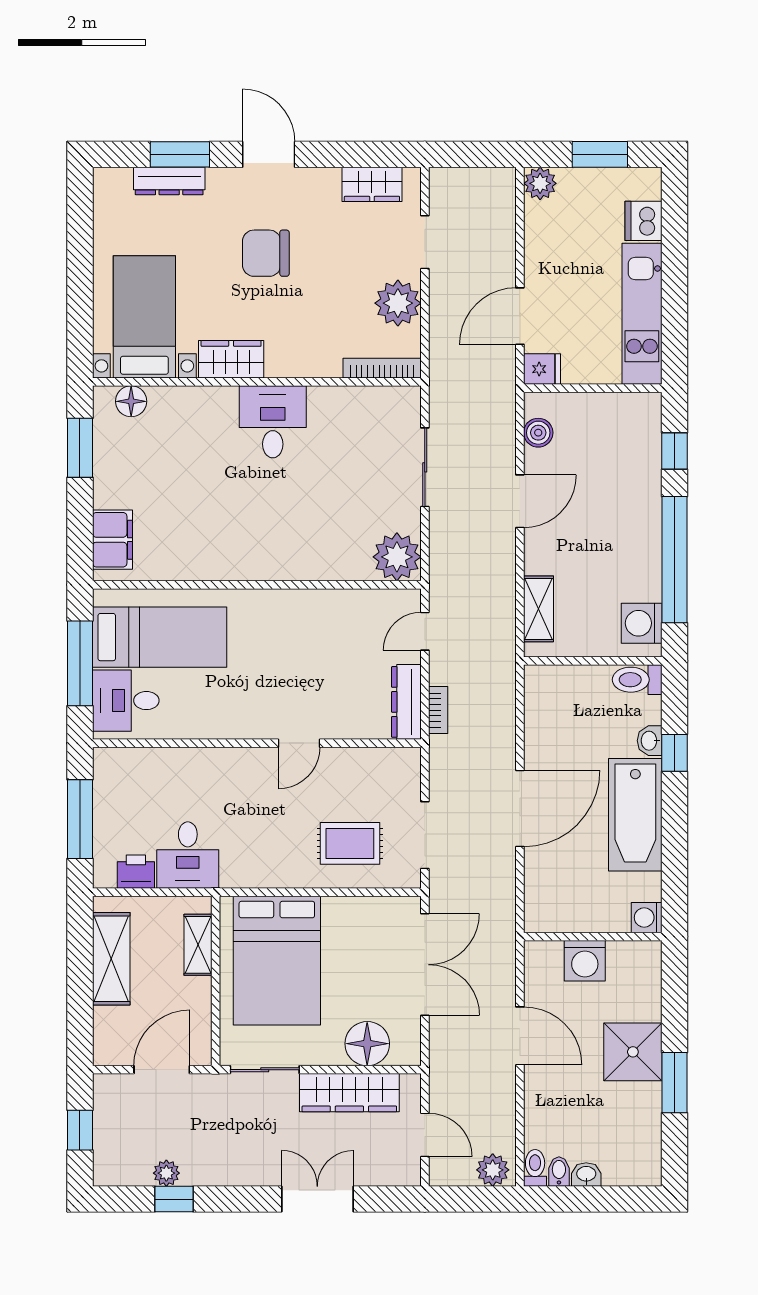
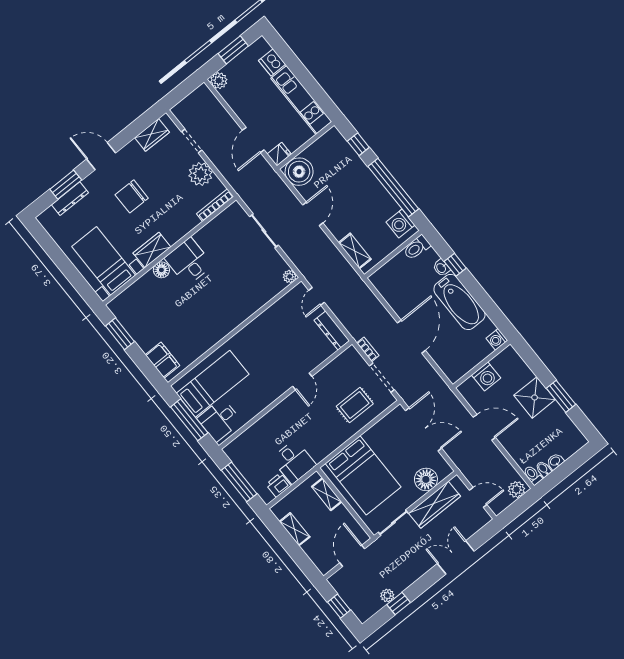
floor lamp: (131, 401) -> (161, 270), moved
boiler: (538, 433) -> (299, 172), width x1.86, depth x1.86
plant: (397, 557) -> (290, 276), width x0.53, depth x0.53
bookcase: (438, 710) -> (368, 349), moved
shelving: (111, 959) -> (295, 529), width x0.67, depth x0.75

